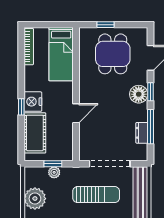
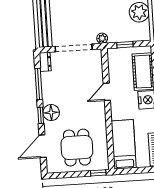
window: (106, 25) -> (98, 173), moved
dresser: (142, 133) -> (45, 62), moved
plant: (54, 172) -> (102, 38), moved
sun lounger: (96, 195) -> (84, 19), removed

